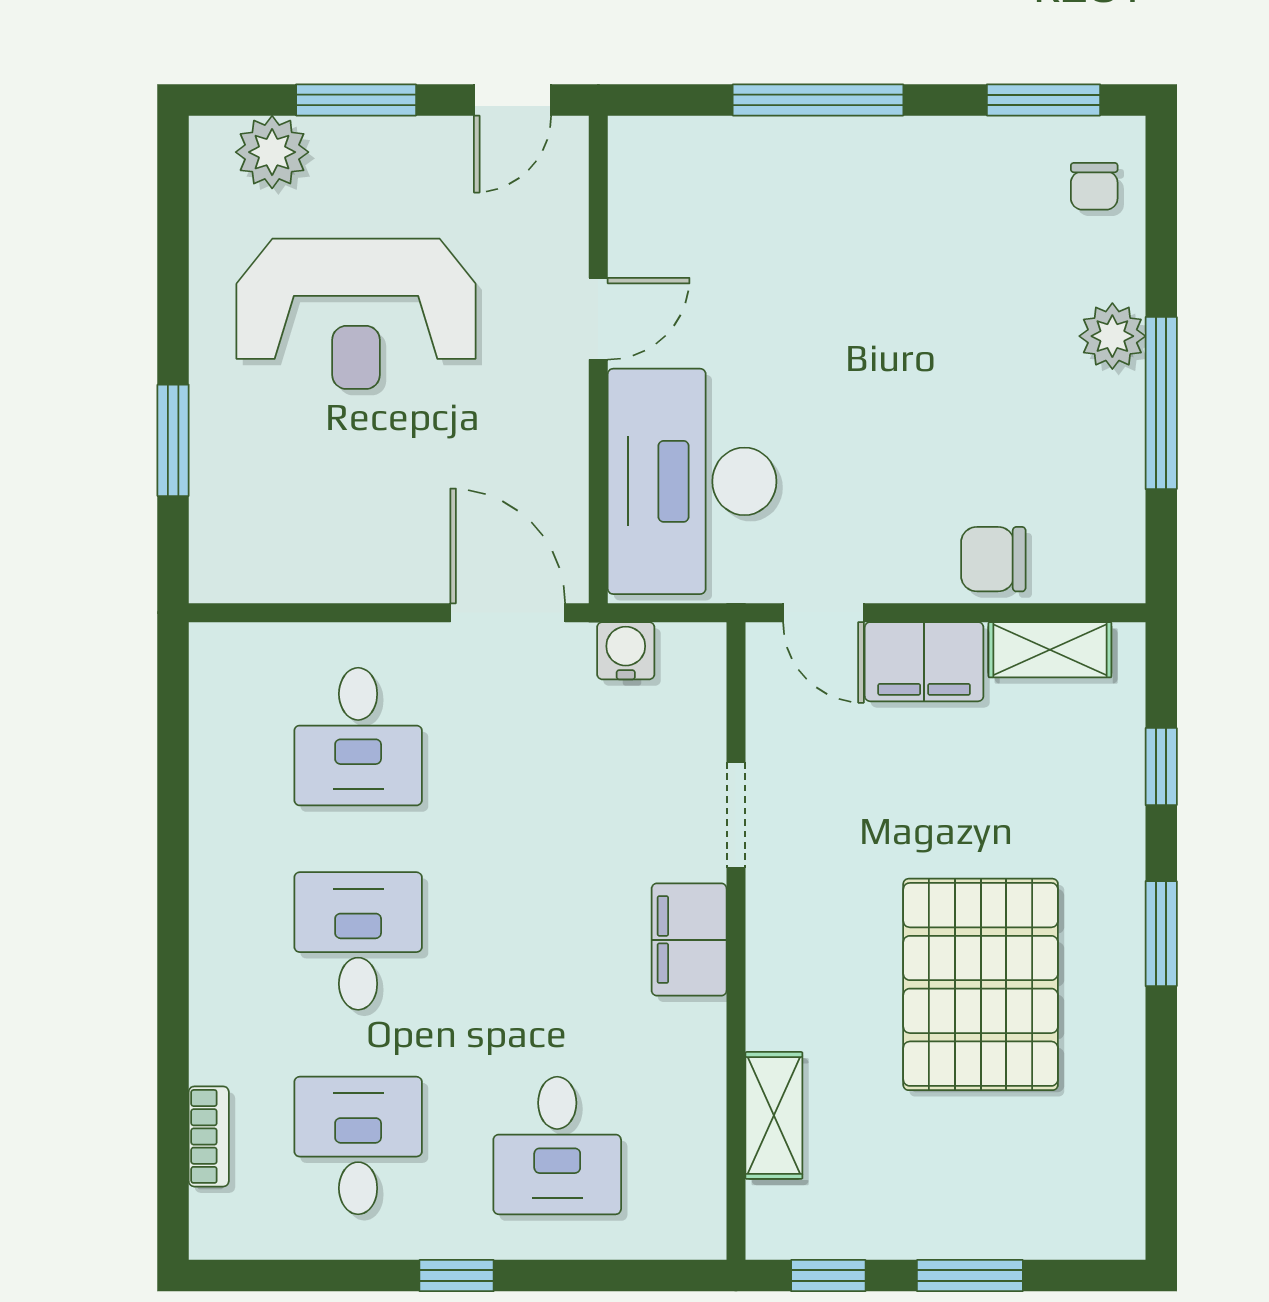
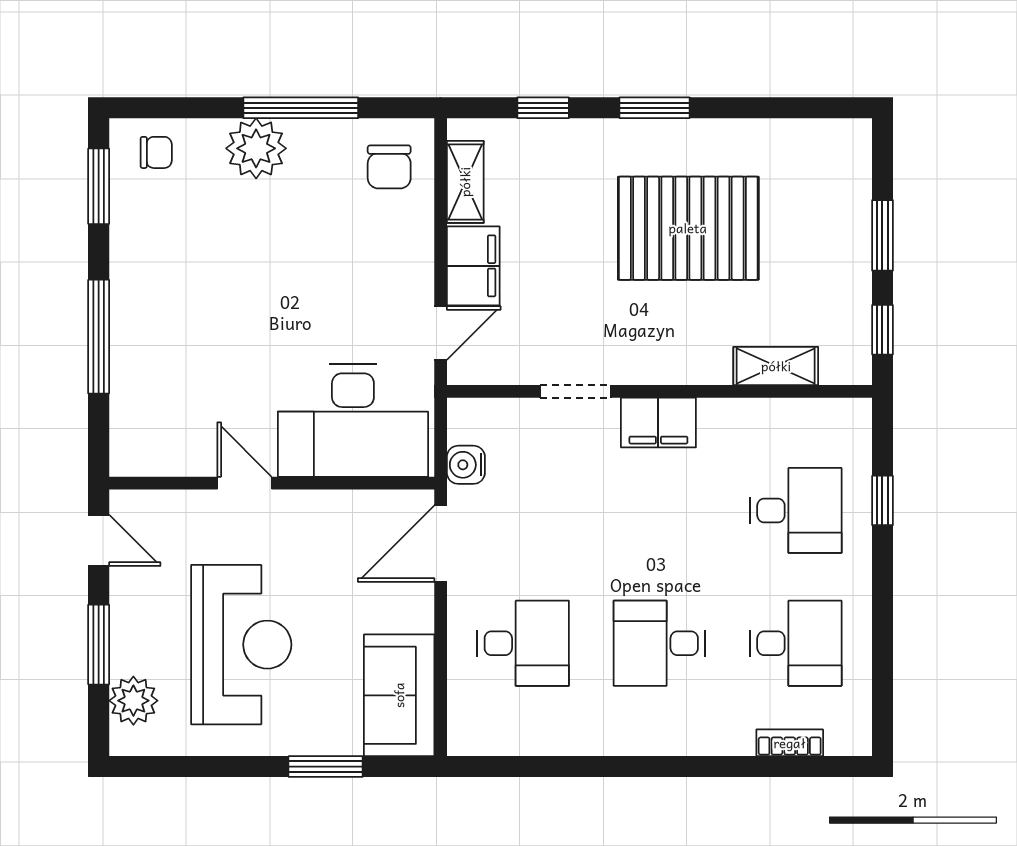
plant: (1112, 336) -> (256, 148), width x1.36, depth x1.36
sofa: (280, 551) -> (399, 695), added
chair: (993, 559) -> (389, 167), moved
desk: (358, 1146) -> (796, 643), turned 180
window: (457, 1276) -> (882, 500), moved

